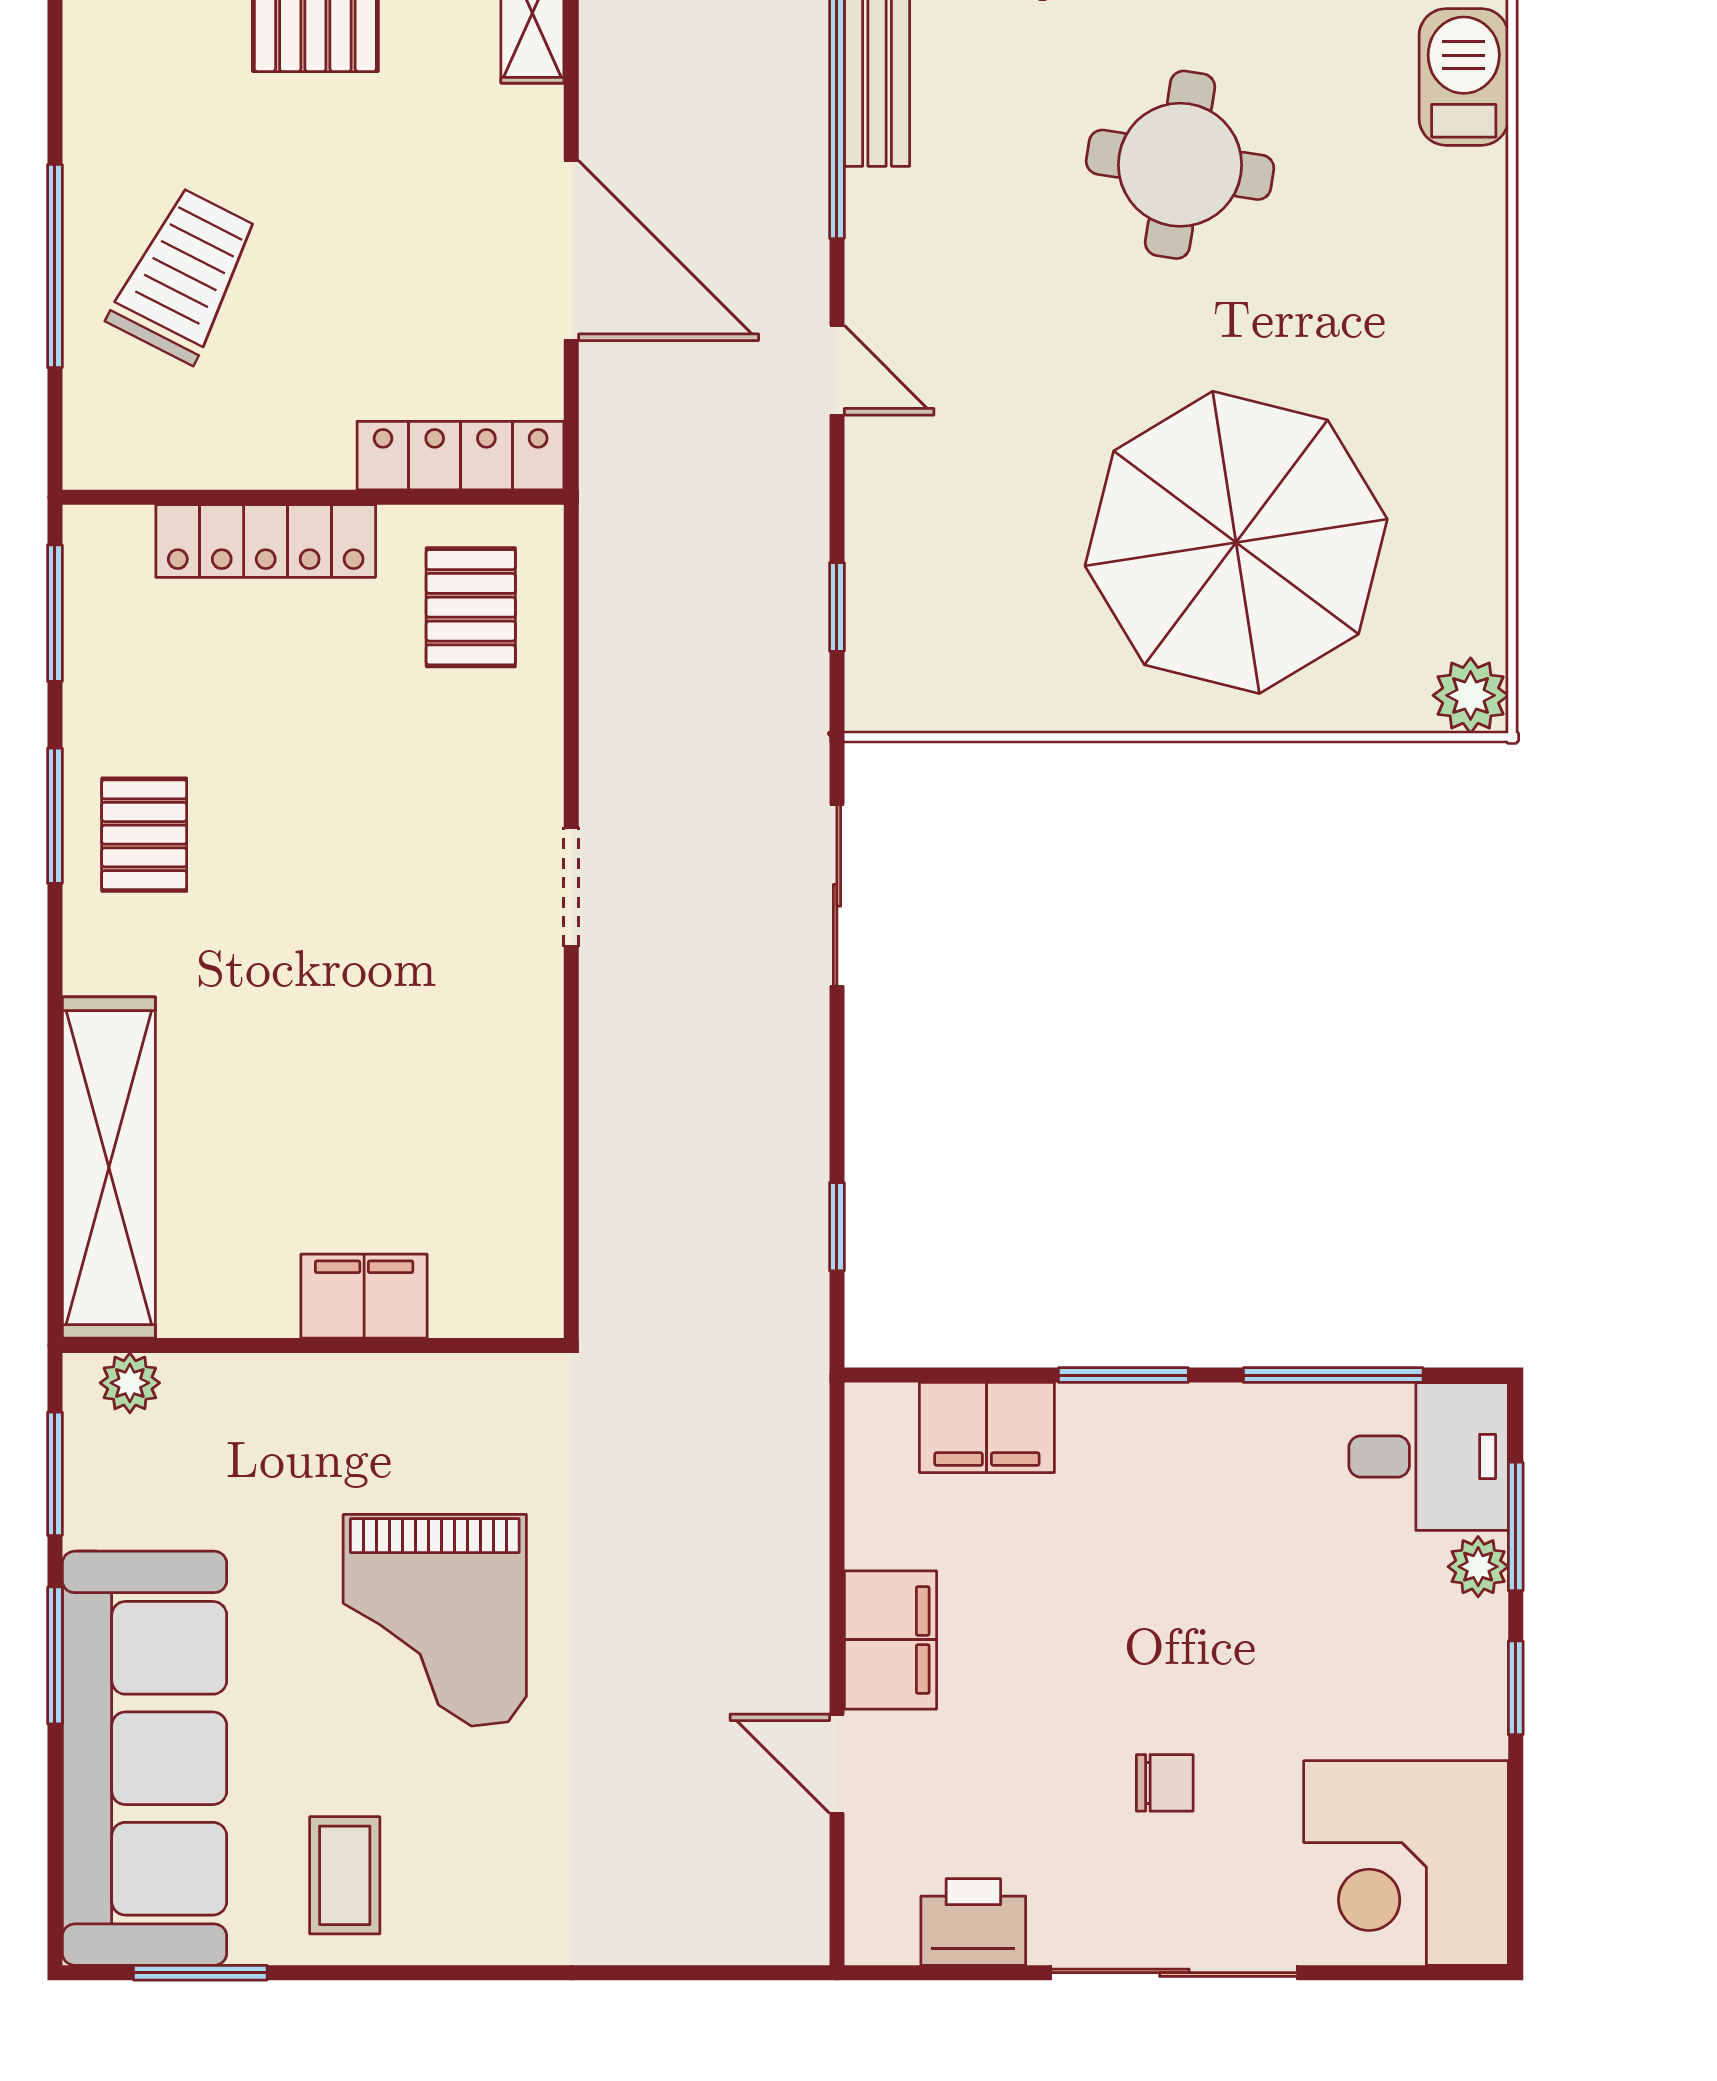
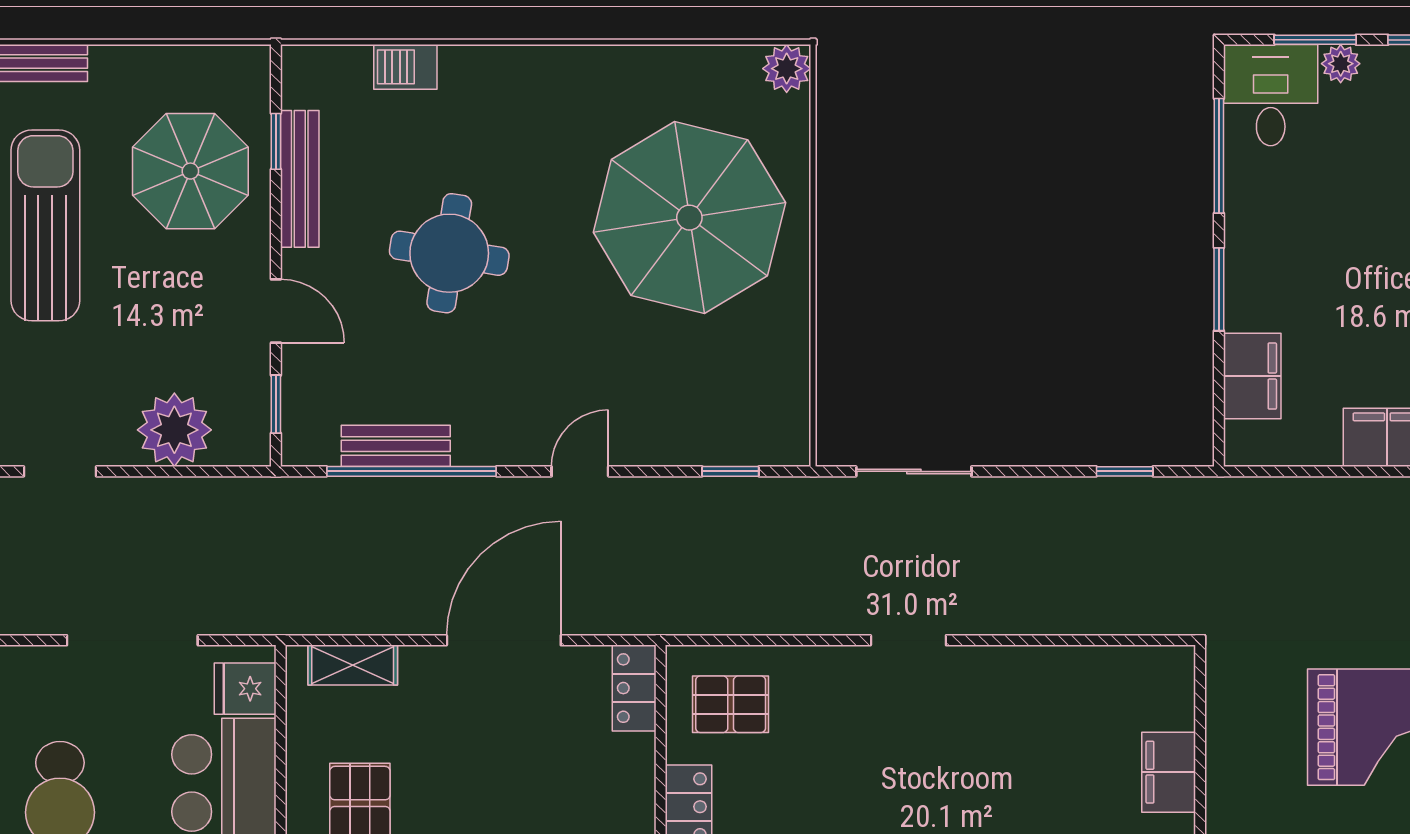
barbecue: (1464, 77) -> (405, 67), width x0.73, depth x0.79
locker: (461, 456) -> (634, 688), width x0.66

